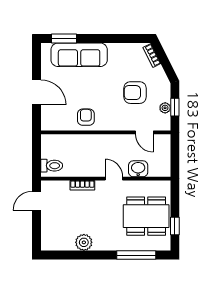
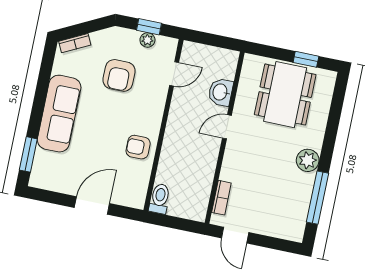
sofa: (79, 55) -> (59, 114), moved
toilet: (52, 166) -> (160, 199), moved
bookcase: (82, 185) -> (221, 198), moved
plant: (84, 242) -> (308, 160), moved
window: (136, 255) -> (317, 198), moved

